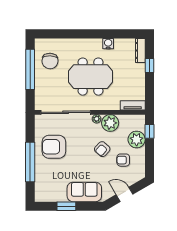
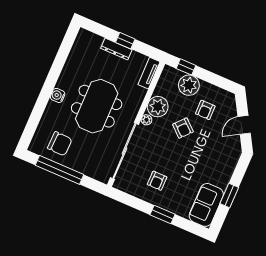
water cooler: (108, 44) -> (58, 95), moved
dresser: (140, 50) -> (116, 49), moved
window: (149, 66) -> (125, 41), moved
armchair: (54, 147) -> (157, 181), width x0.53, depth x0.53
window: (30, 162) -> (163, 214), width x0.47
sofa: (84, 192) -> (206, 205), moved

